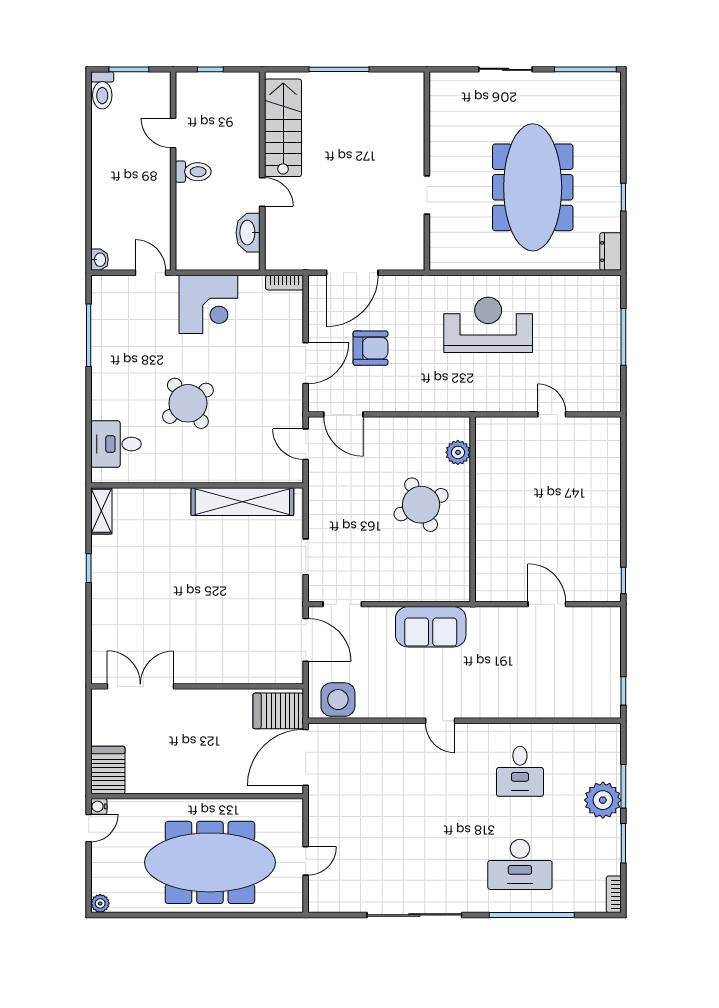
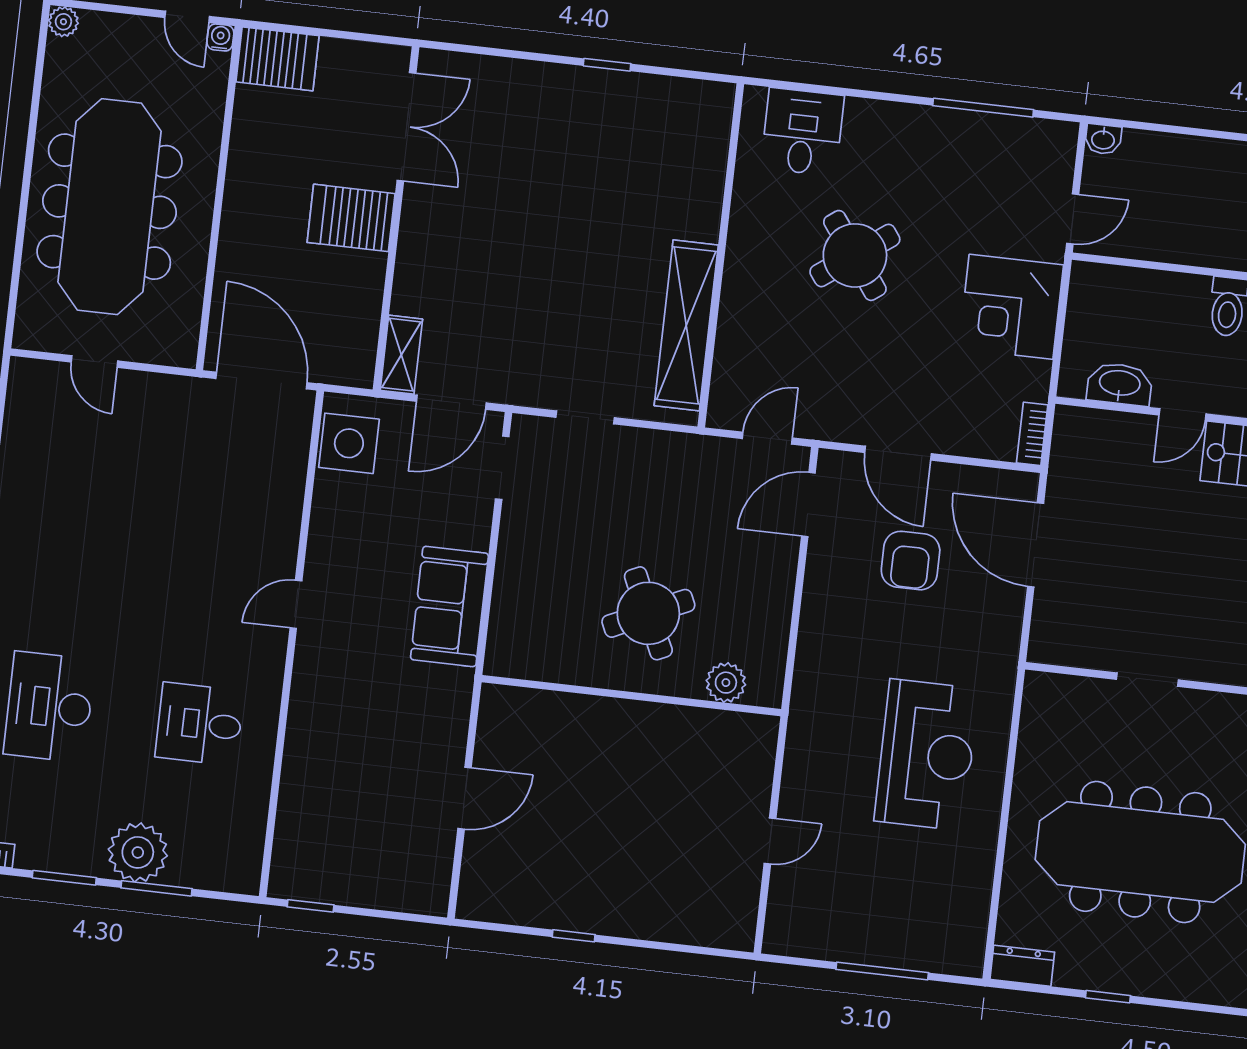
shelving: (101, 511) -> (401, 355), moved, turned 90
window: (623, 581) -> (574, 936), moved
server rack: (278, 711) -> (351, 218), moved, turned -90

